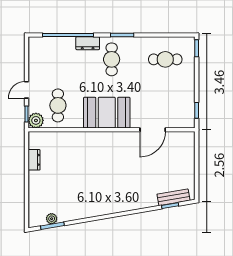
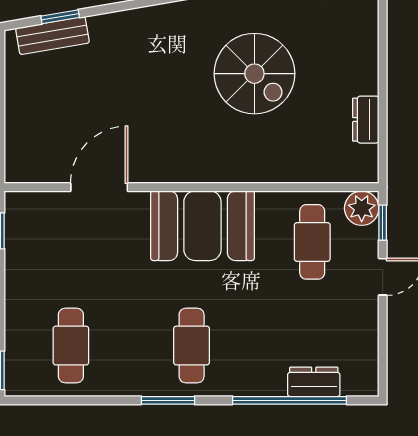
dresser: (88, 43) -> (314, 382), moved
cafe table: (165, 59) -> (71, 346), turned 90
spiral stairs: (84, 180) -> (254, 74), added

